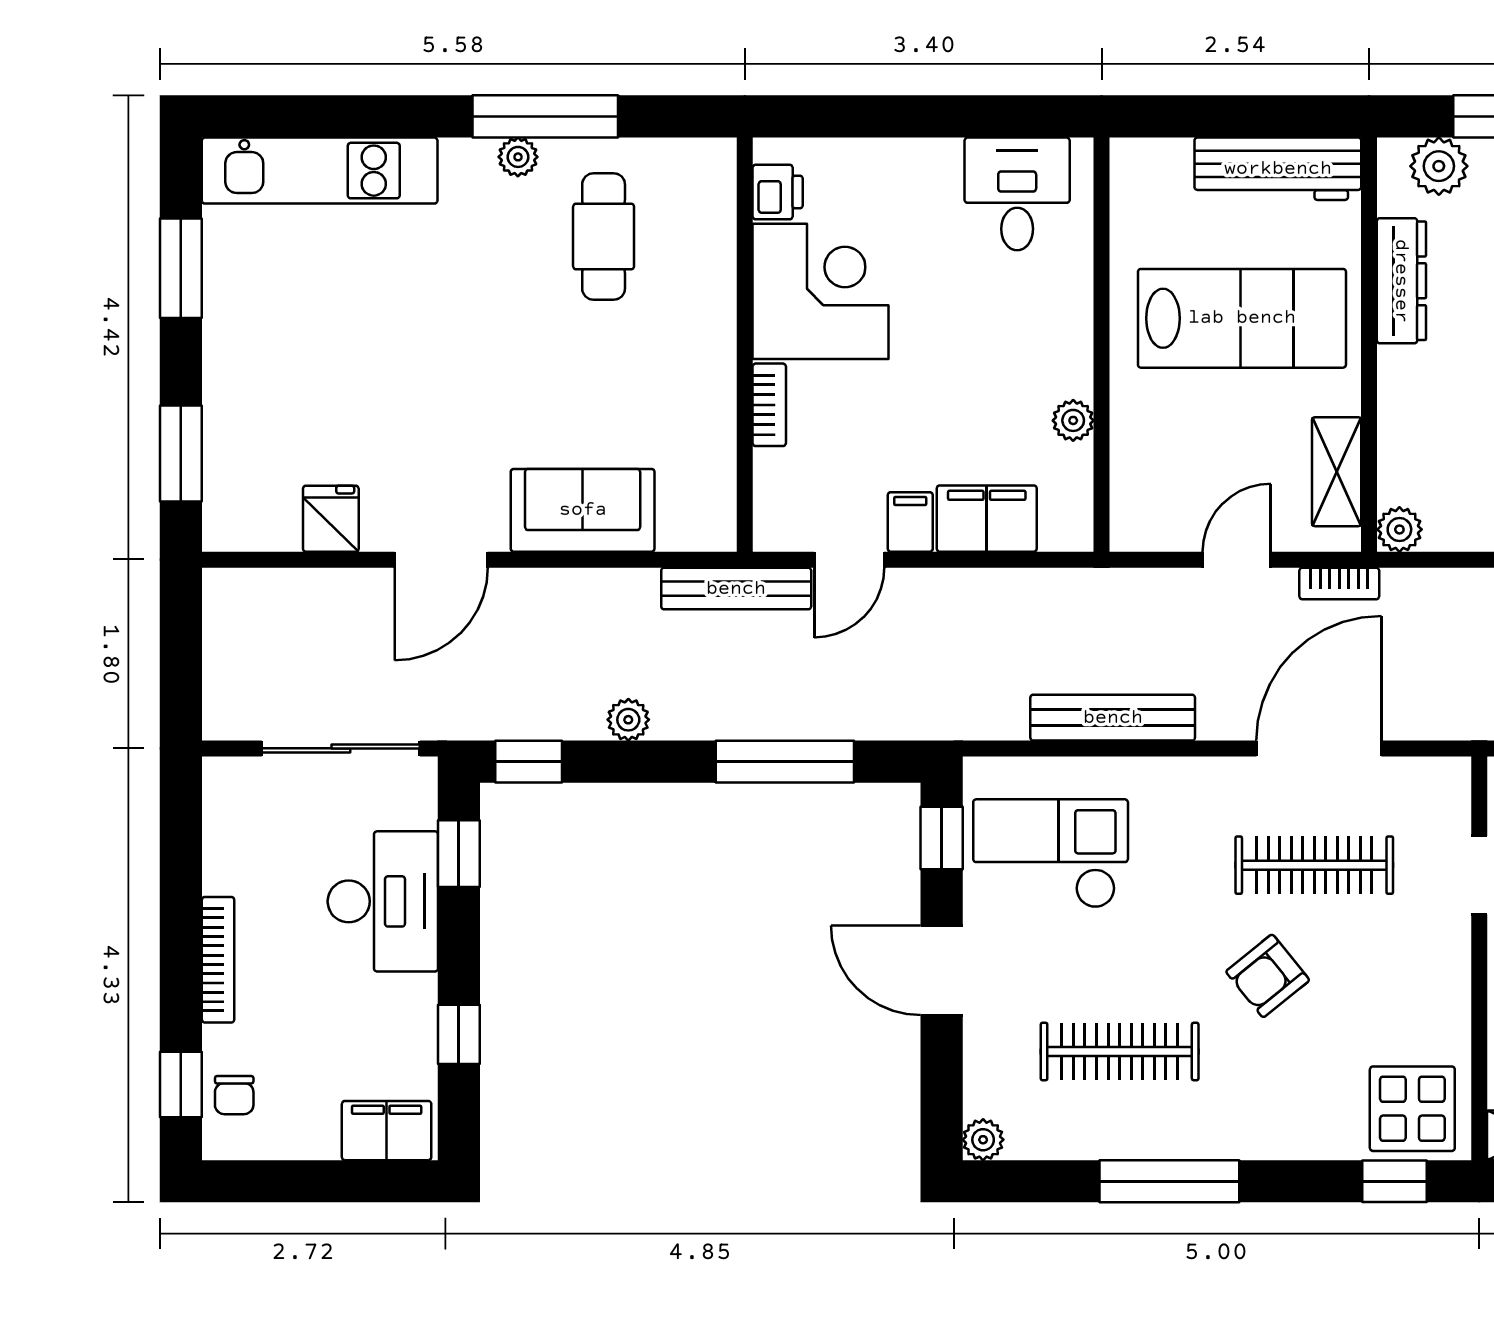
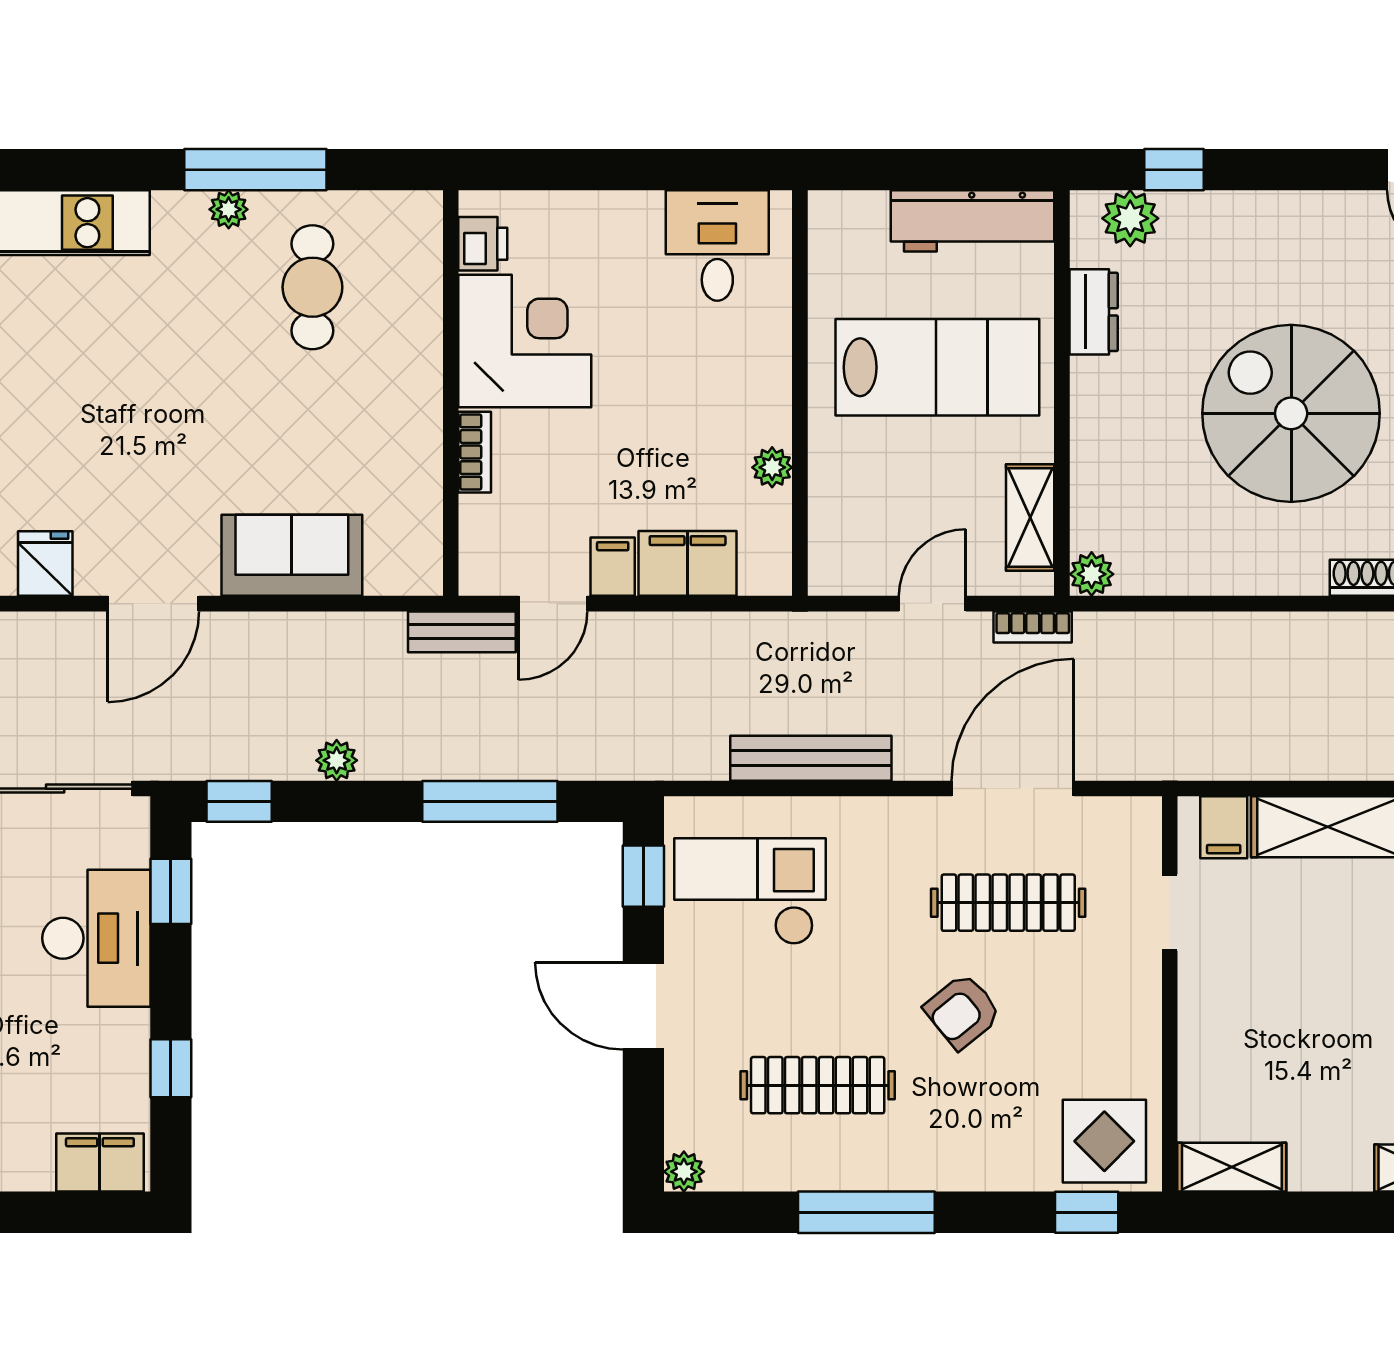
dresser: (1401, 281) -> (1094, 312), width x0.70
bench: (736, 589) -> (462, 632), width x0.73

